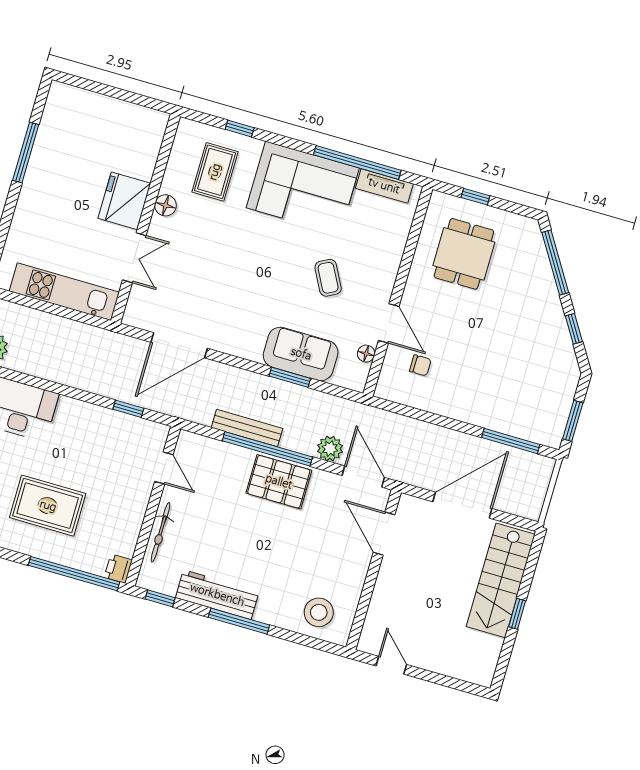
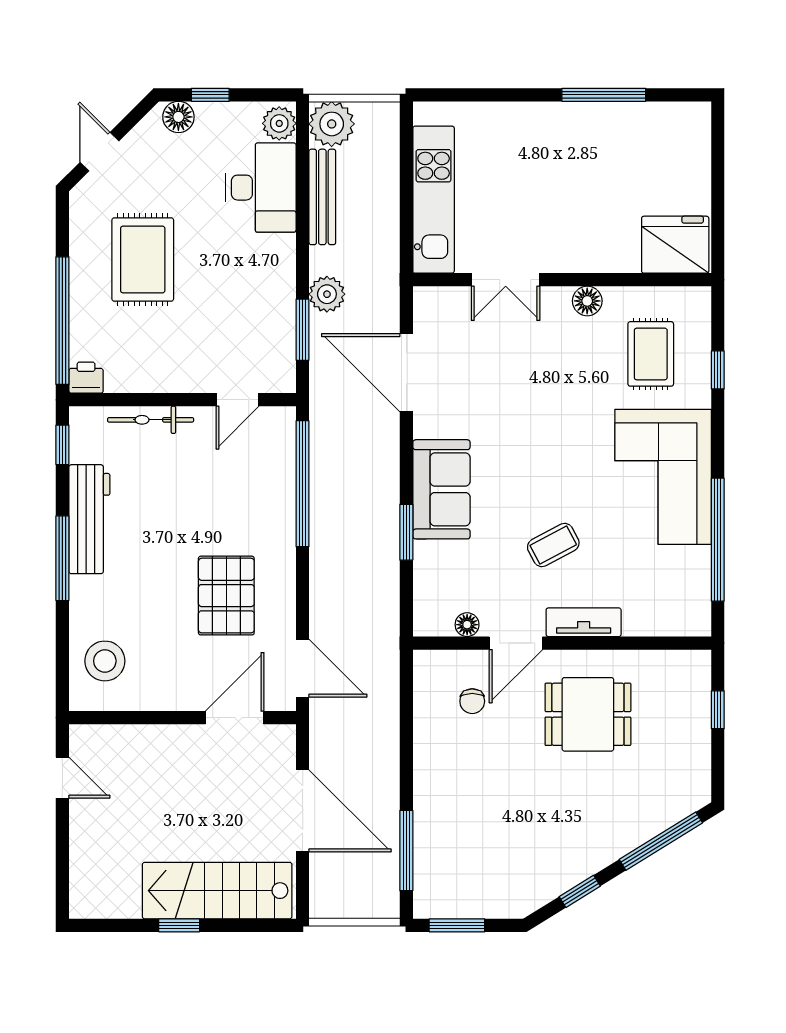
rug: (215, 172) -> (651, 354), turned 90
tv unit: (384, 186) -> (584, 622), moved, turned 90
fridge: (124, 201) -> (675, 245), moved
dining table: (464, 254) -> (588, 714), moved
sofa: (301, 354) -> (441, 489), moved
window: (128, 409) -> (303, 330), width x1.50
bench: (247, 428) -> (322, 197), moved
window: (267, 449) -> (303, 484), moved
plant: (330, 449) -> (327, 294), moved
door: (363, 477) -> (303, 668), hinge flipped
pallet: (279, 482) -> (226, 596), moved
door: (391, 665) -> (62, 778), hinge flipped

